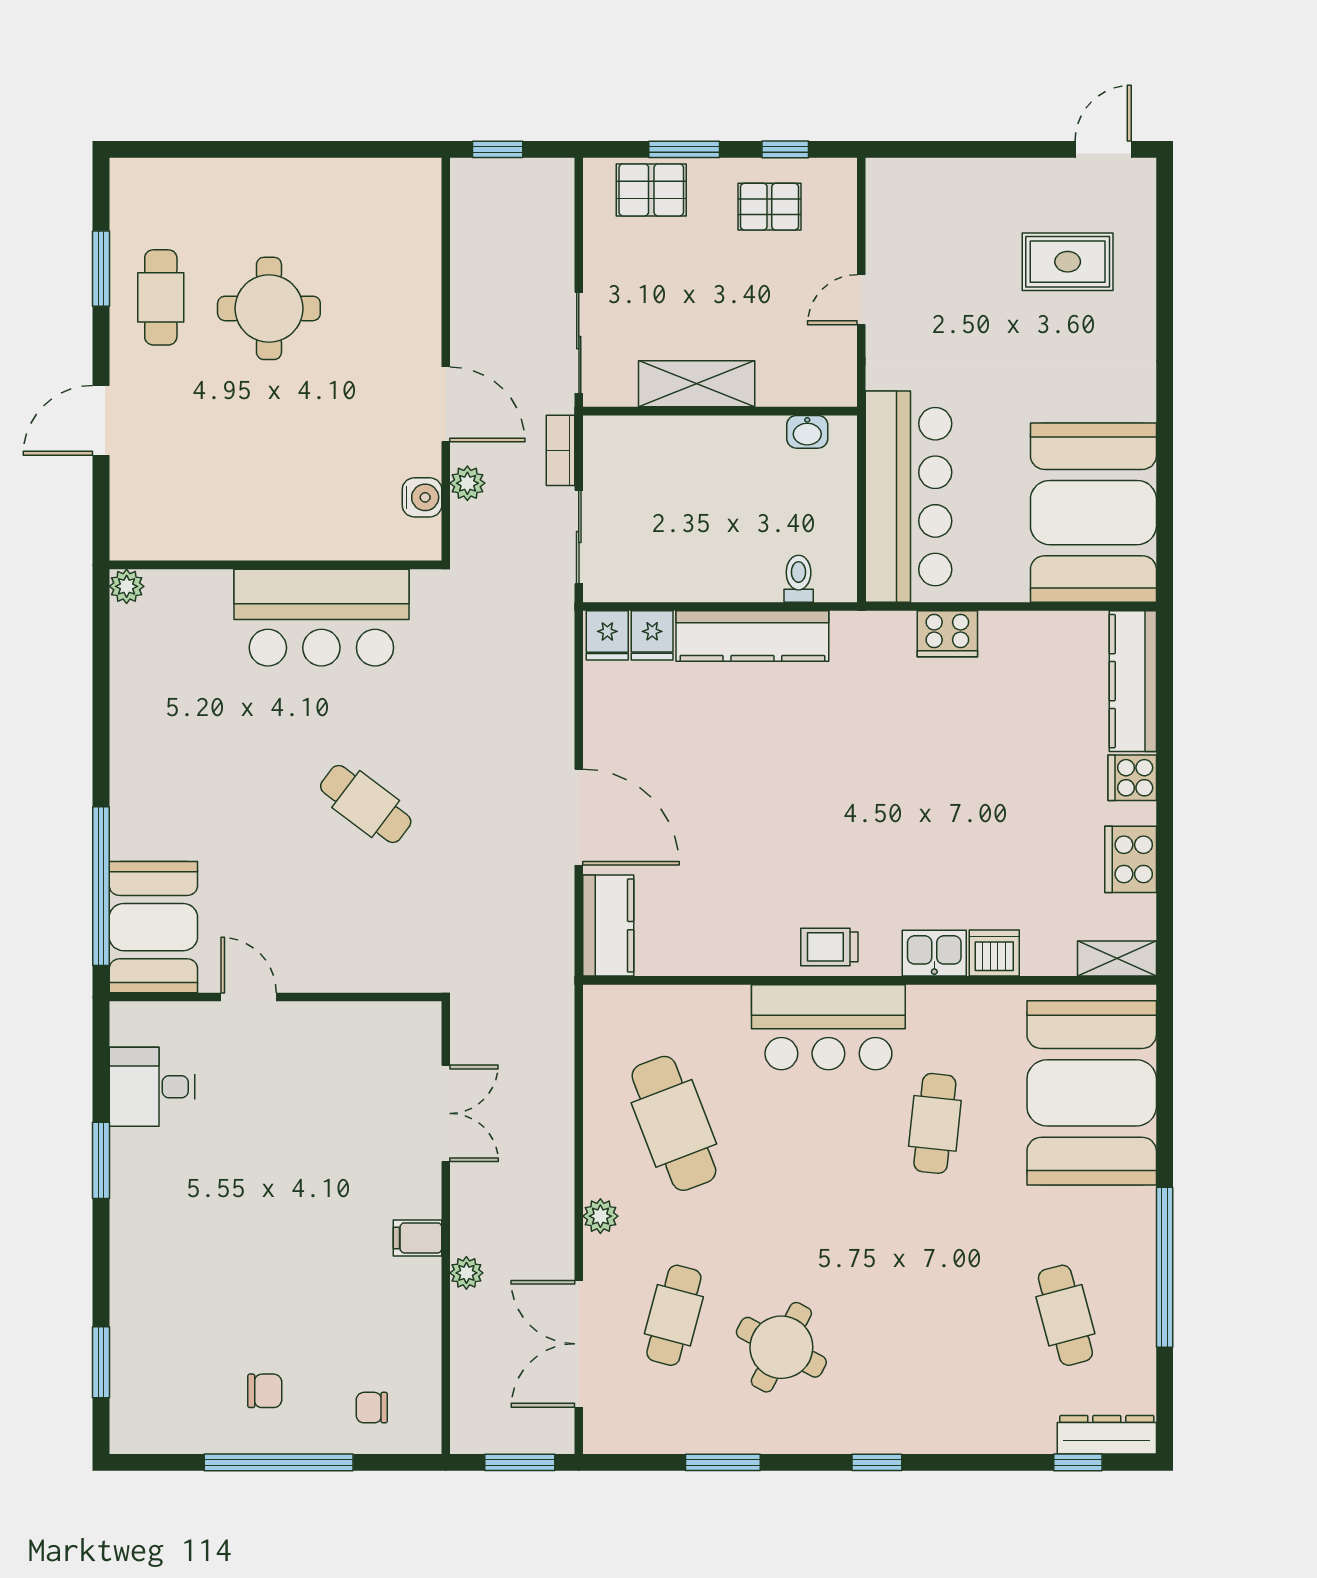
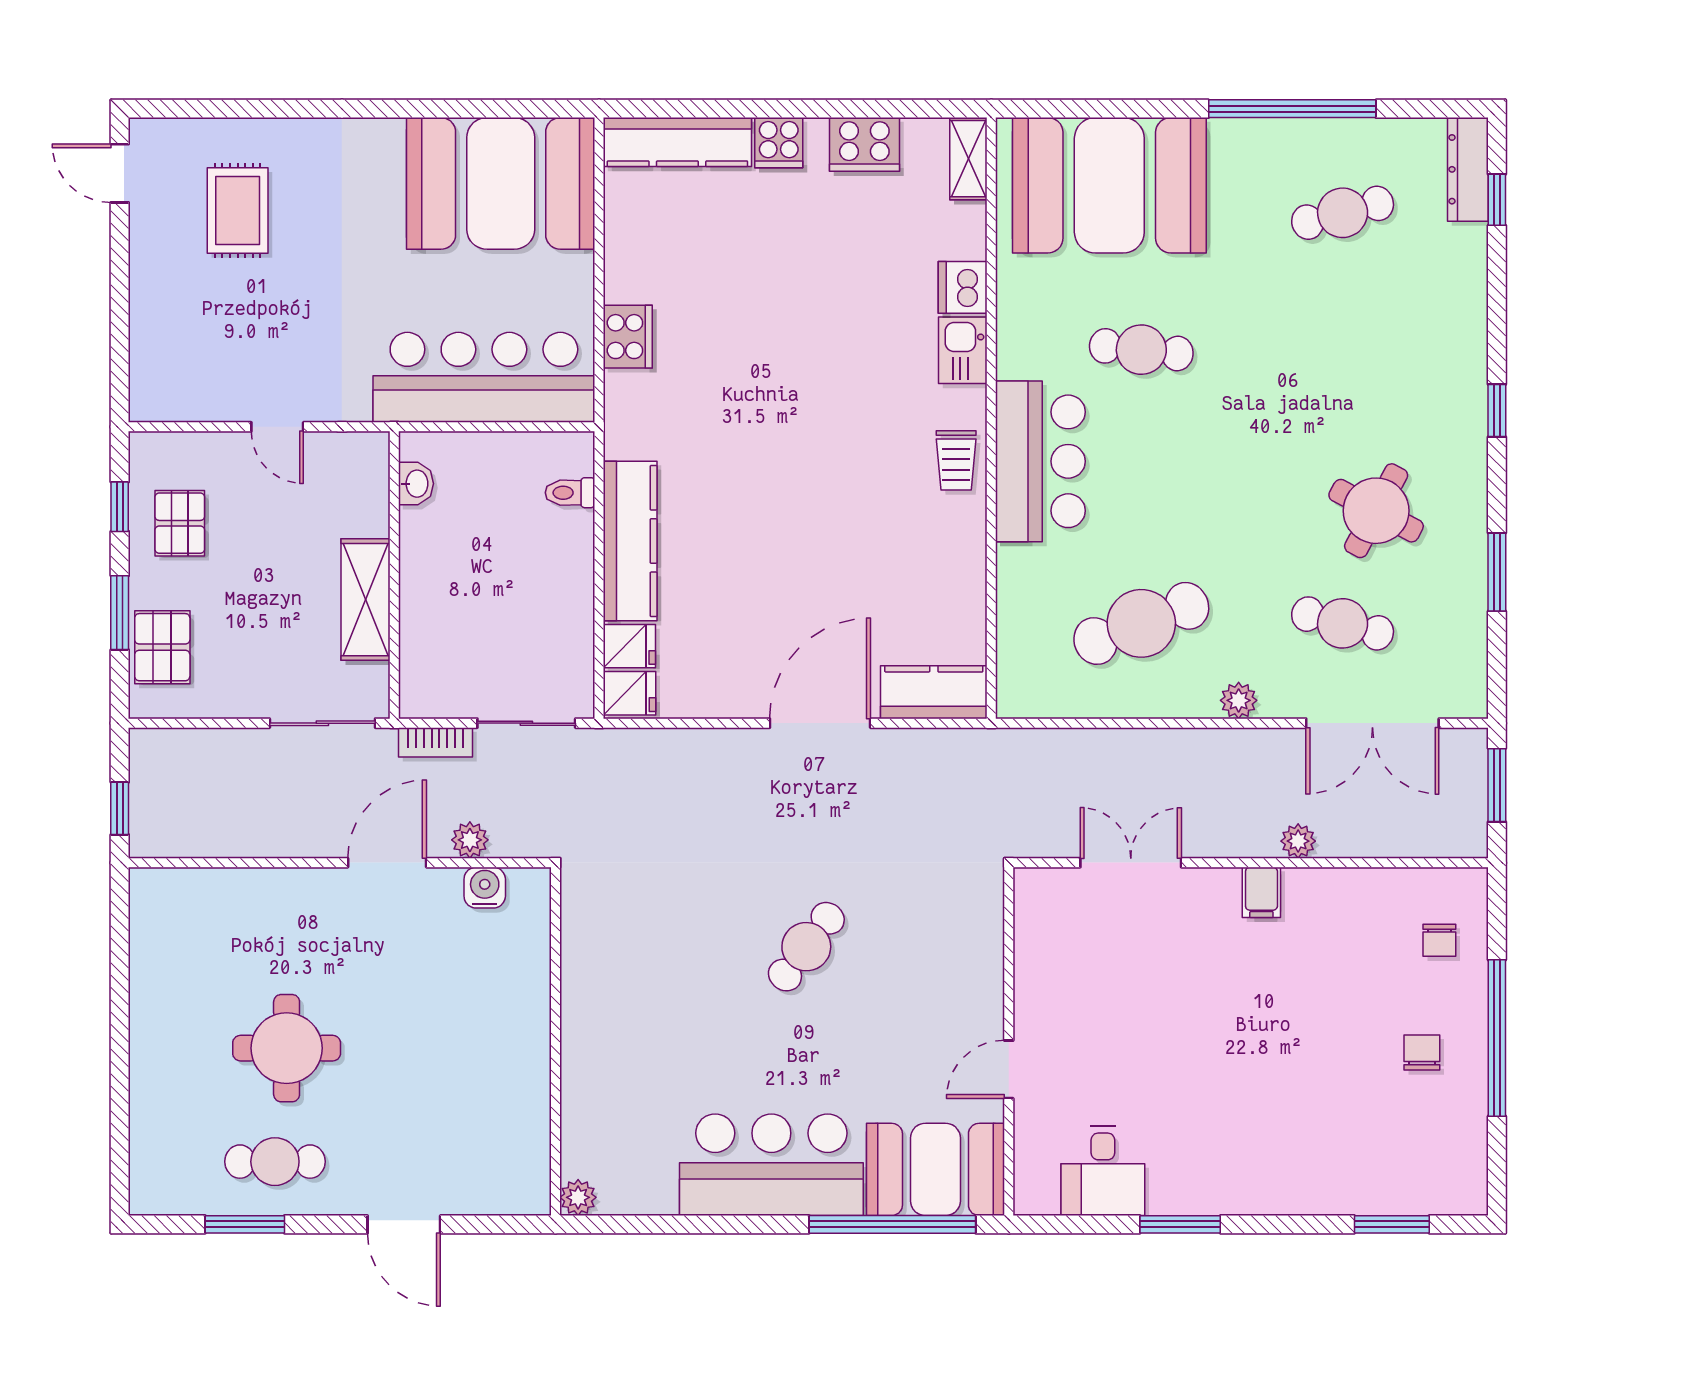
bar counter: (321, 618) -> (771, 1165), moved, turned -90

